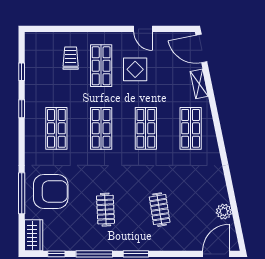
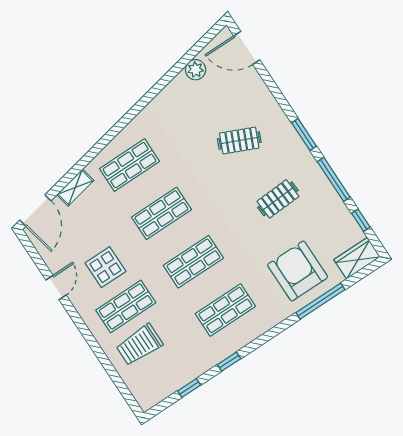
trolley: (71, 58) -> (139, 345), width x1.36, depth x1.39
clothes rail: (160, 210) -> (239, 141), turned 33

